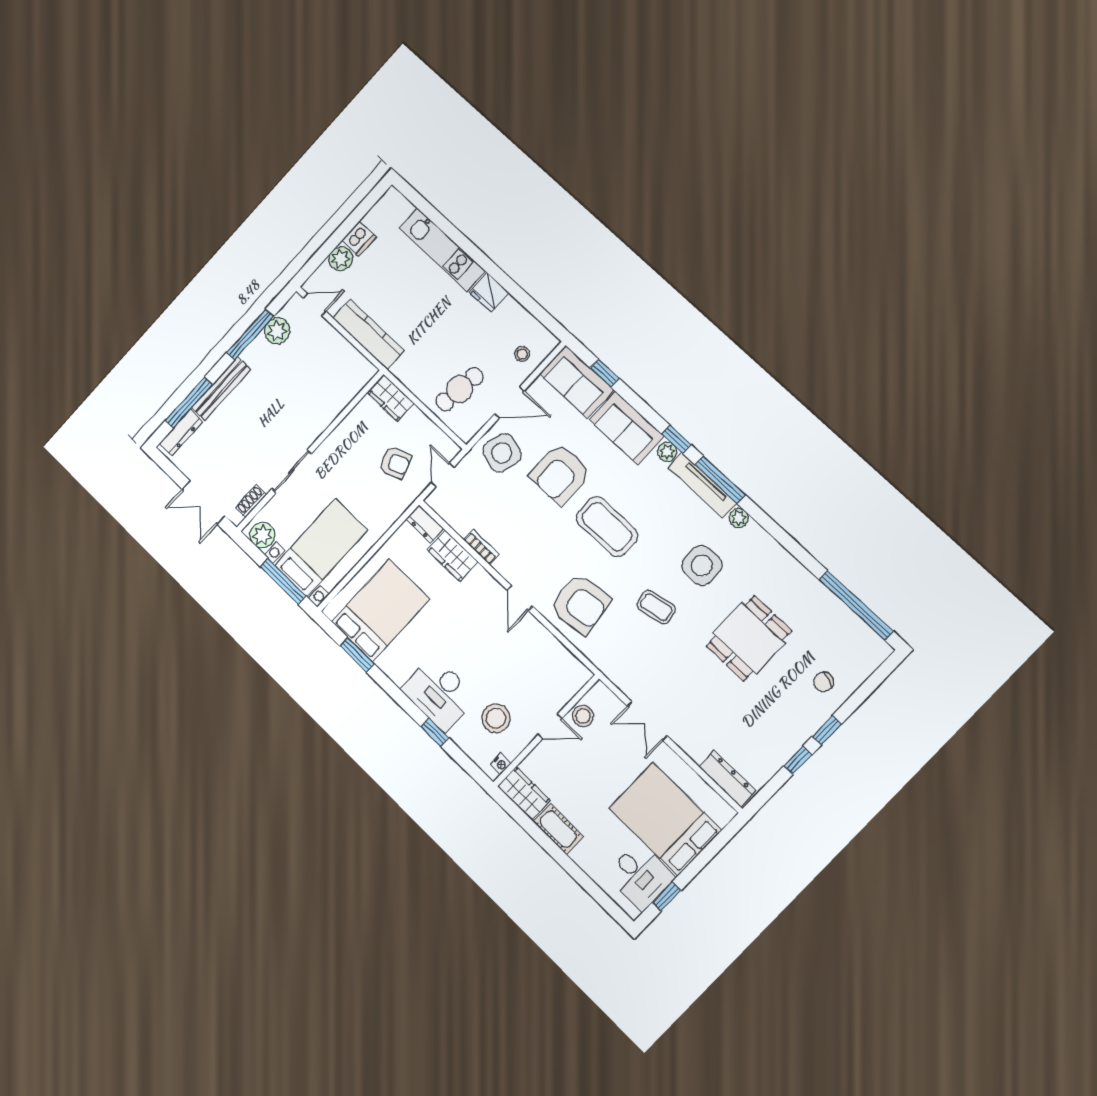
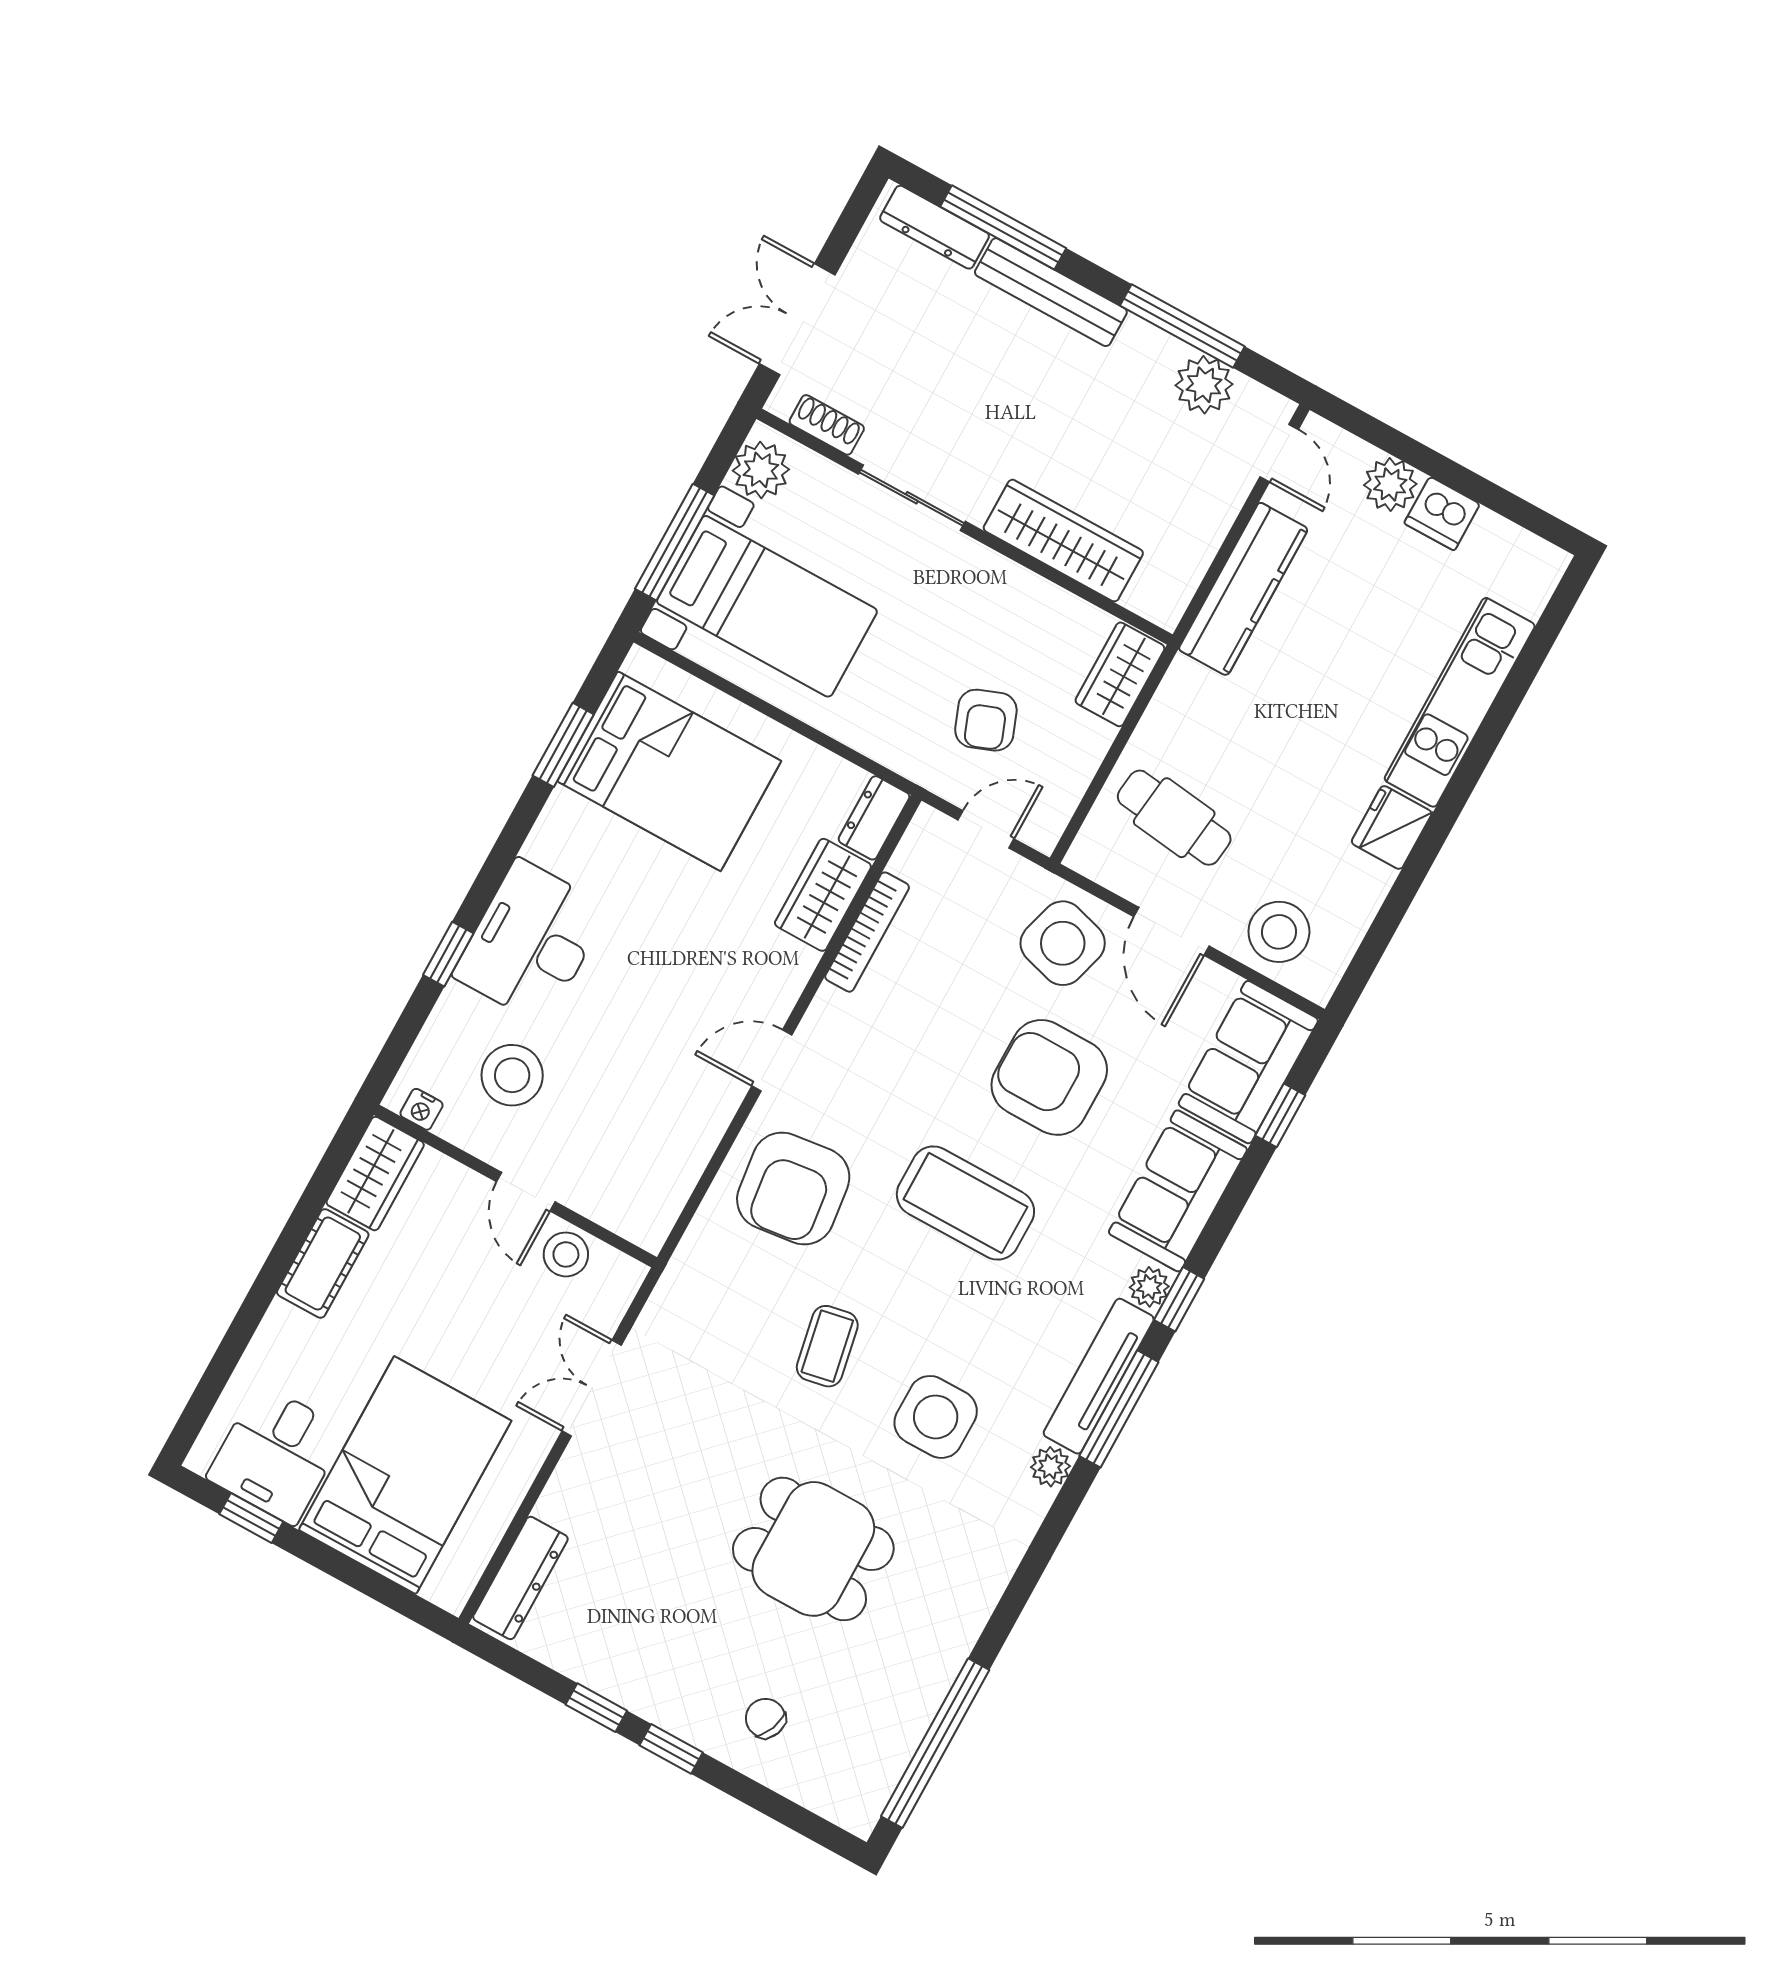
stool: (522, 354) -> (1279, 932), width x1.89, depth x1.89
wardrobe: (327, 409) -> (1063, 541), added
coffee table: (607, 527) -> (965, 1203), turned 90
bookcase: (481, 547) -> (867, 932), width x1.56

